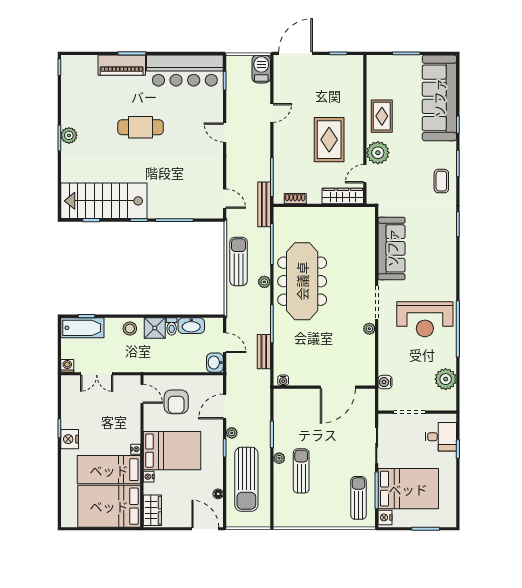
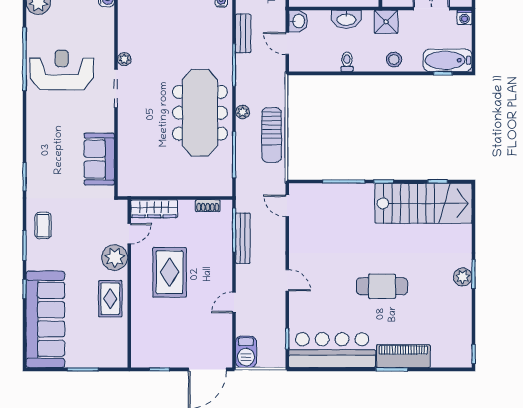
bench: (264, 204) -> (243, 238), moved
sofa: (392, 248) -> (99, 159), width x0.73
washbasin: (191, 326) -> (346, 19), moved, turned 180
shower: (155, 328) -> (386, 22), moved

